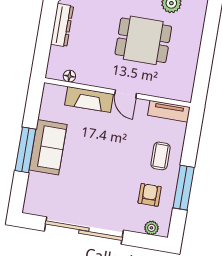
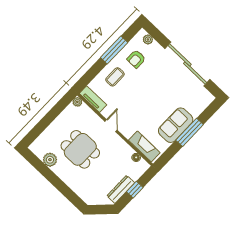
window: (45, 36) -> (135, 190), added
plant: (185, 95) -> (77, 102), added
fireplace: (89, 99) -> (144, 146), moved

